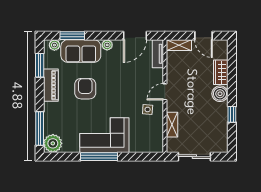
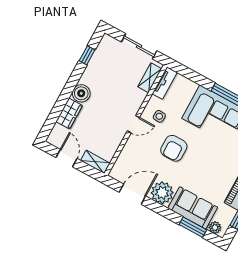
plant: (107, 45) -> (162, 193), width x1.87, depth x1.87
tv unit: (158, 54) -> (165, 83), moved
armchair: (85, 89) -> (174, 148), moved
window: (232, 114) -> (87, 55), moved
shelving: (172, 125) -> (150, 78), moved

